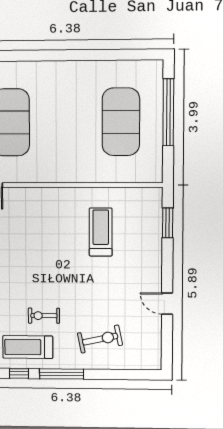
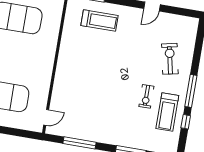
treadmill: (101, 232) -> (100, 20), moved, turned 180

